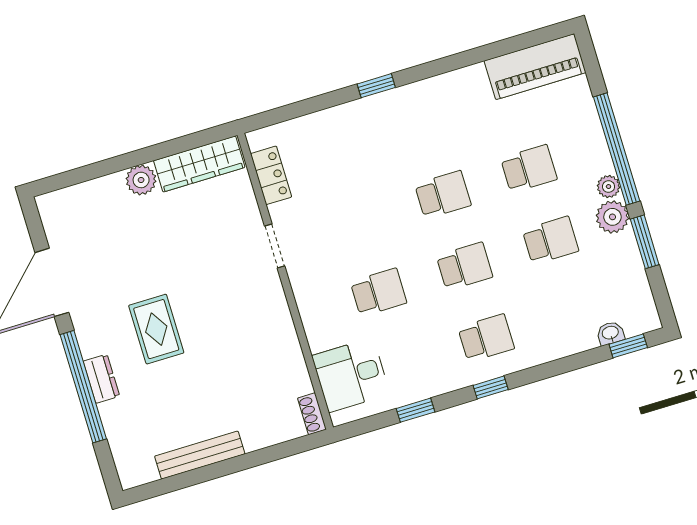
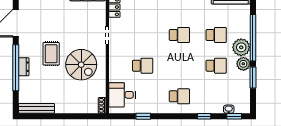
plant: (609, 187) -> (241, 47), width x1.88, depth x1.88
school desk: (464, 266) -> (179, 66), removed
spiral stairs: (234, 333) -> (81, 65), added
window: (491, 387) -> (204, 116), moved
bench: (200, 455) -> (36, 108), moved

